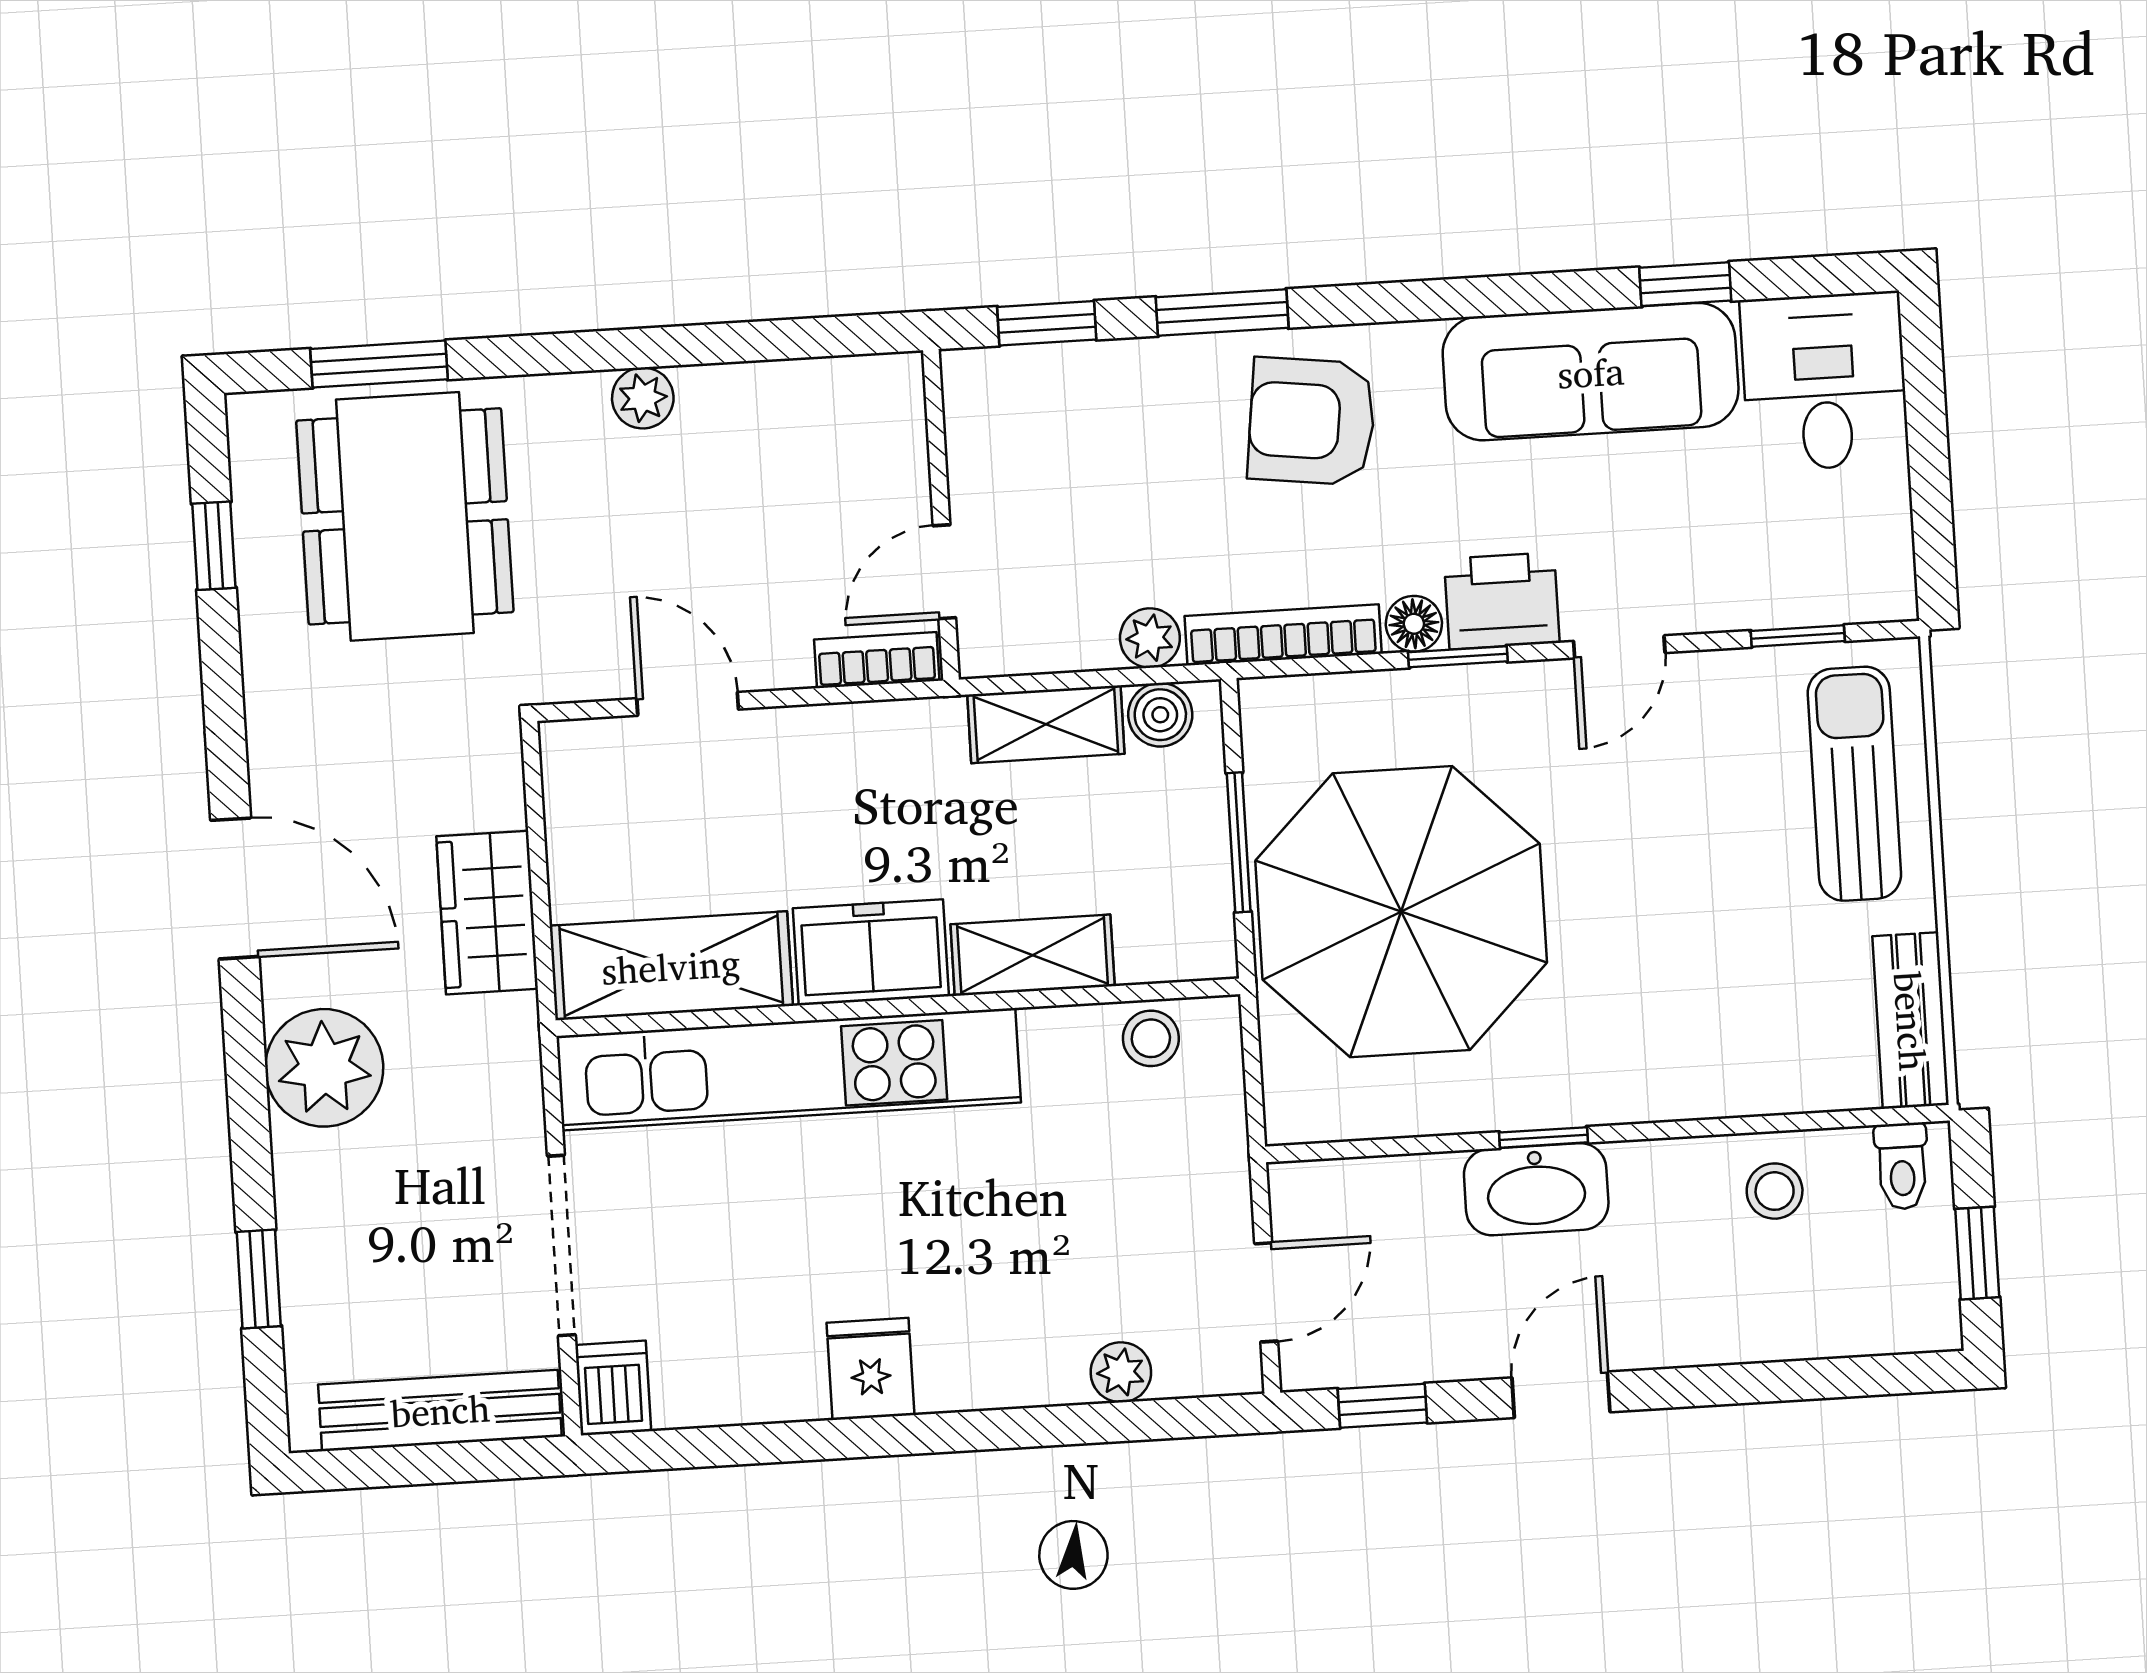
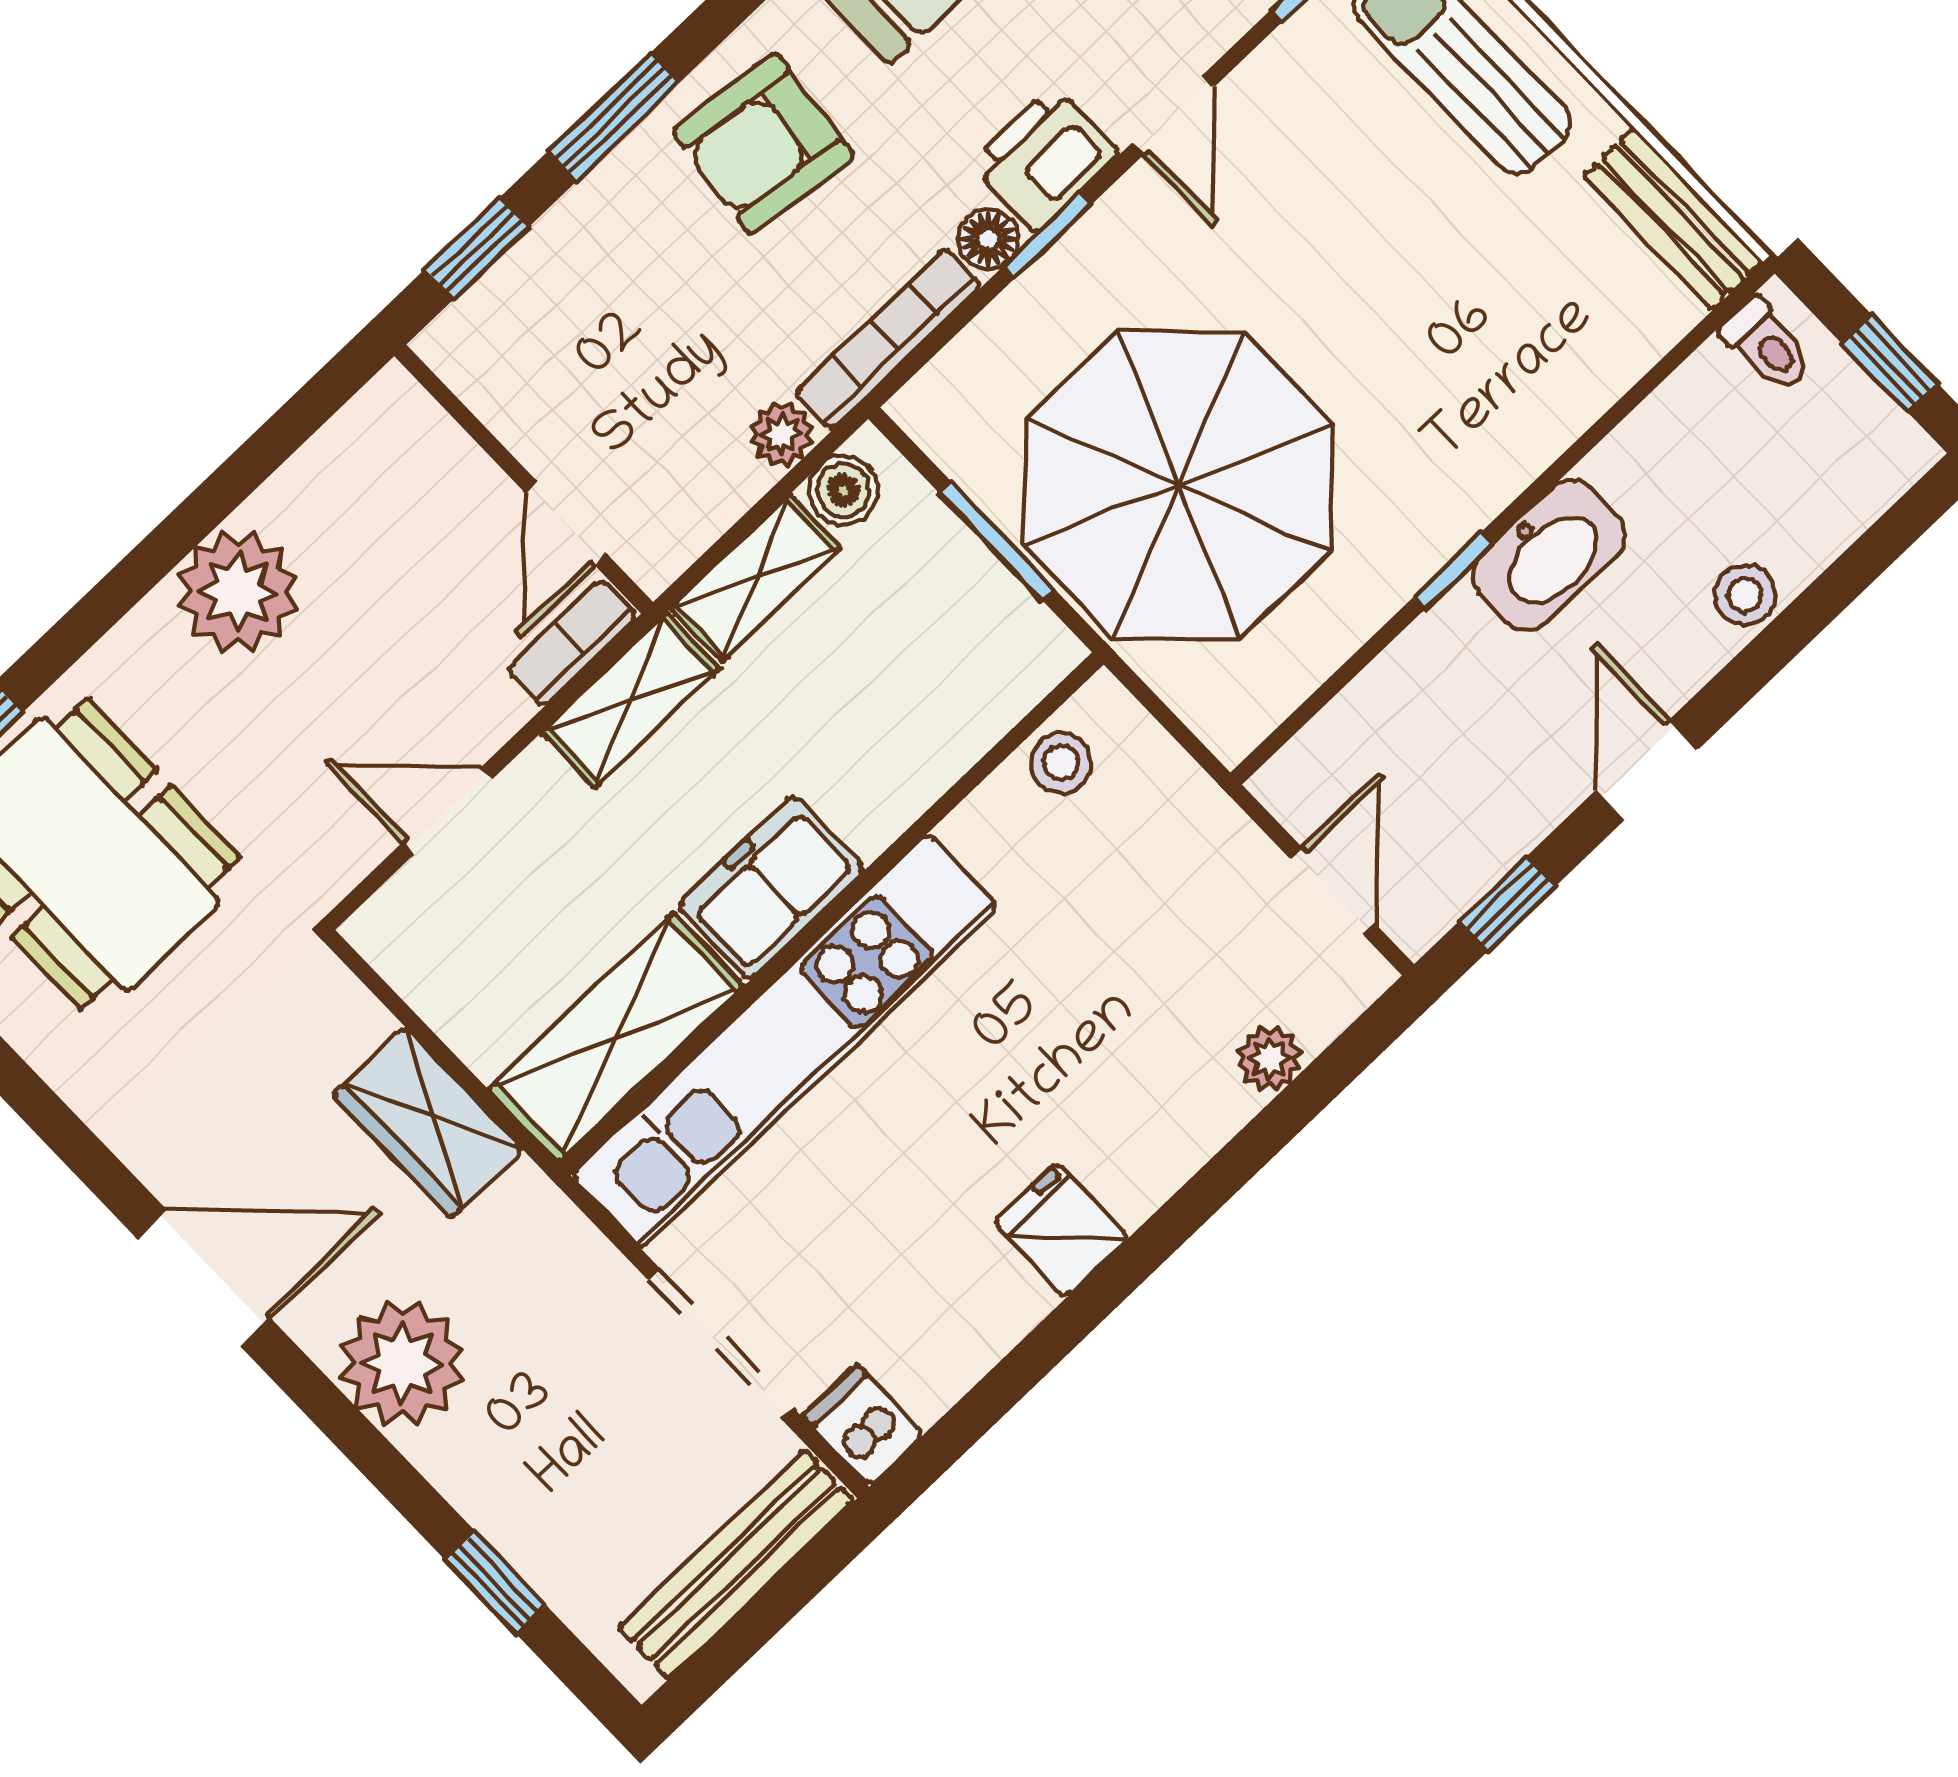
plant: (643, 398) -> (238, 592), width x1.88, depth x1.88
shelving: (1033, 955) -> (630, 701), moved
washbasin: (1536, 1189) -> (1549, 555), moved
stool: (1775, 1191) -> (1745, 595), moved

